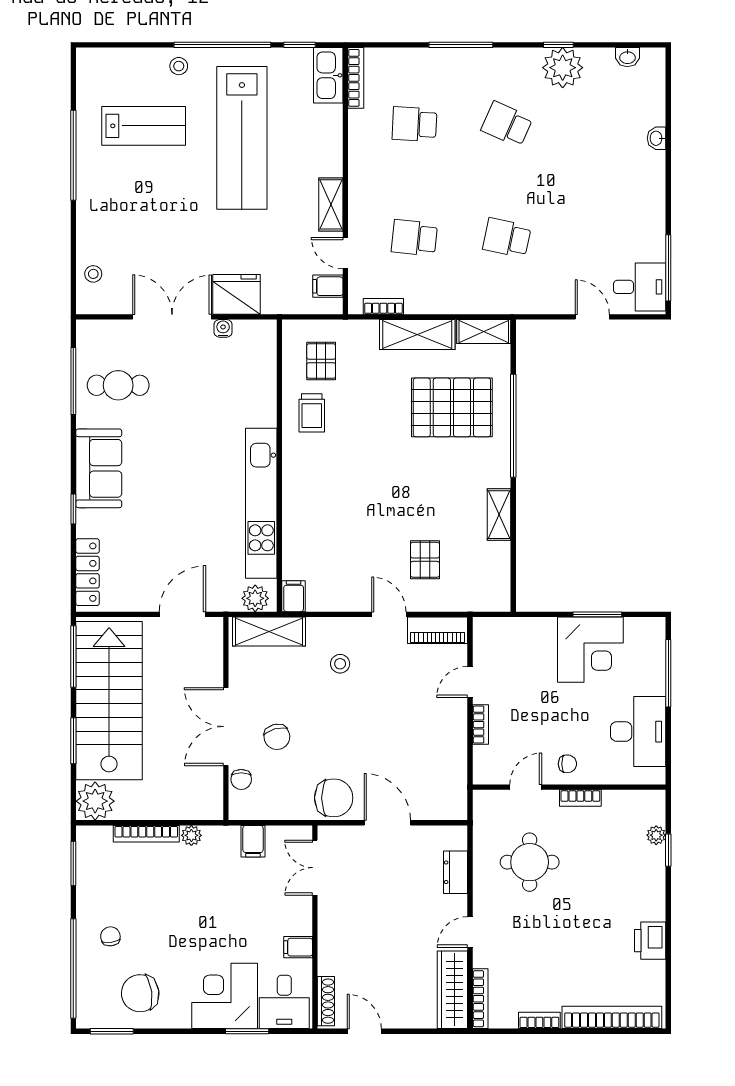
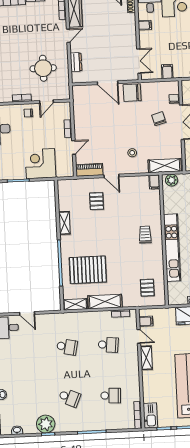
trolley: (312, 413) -> (145, 235), moved
kitchen unit: (261, 503) -> (172, 248), moved
corner desk: (590, 650) -> (40, 164), moved

